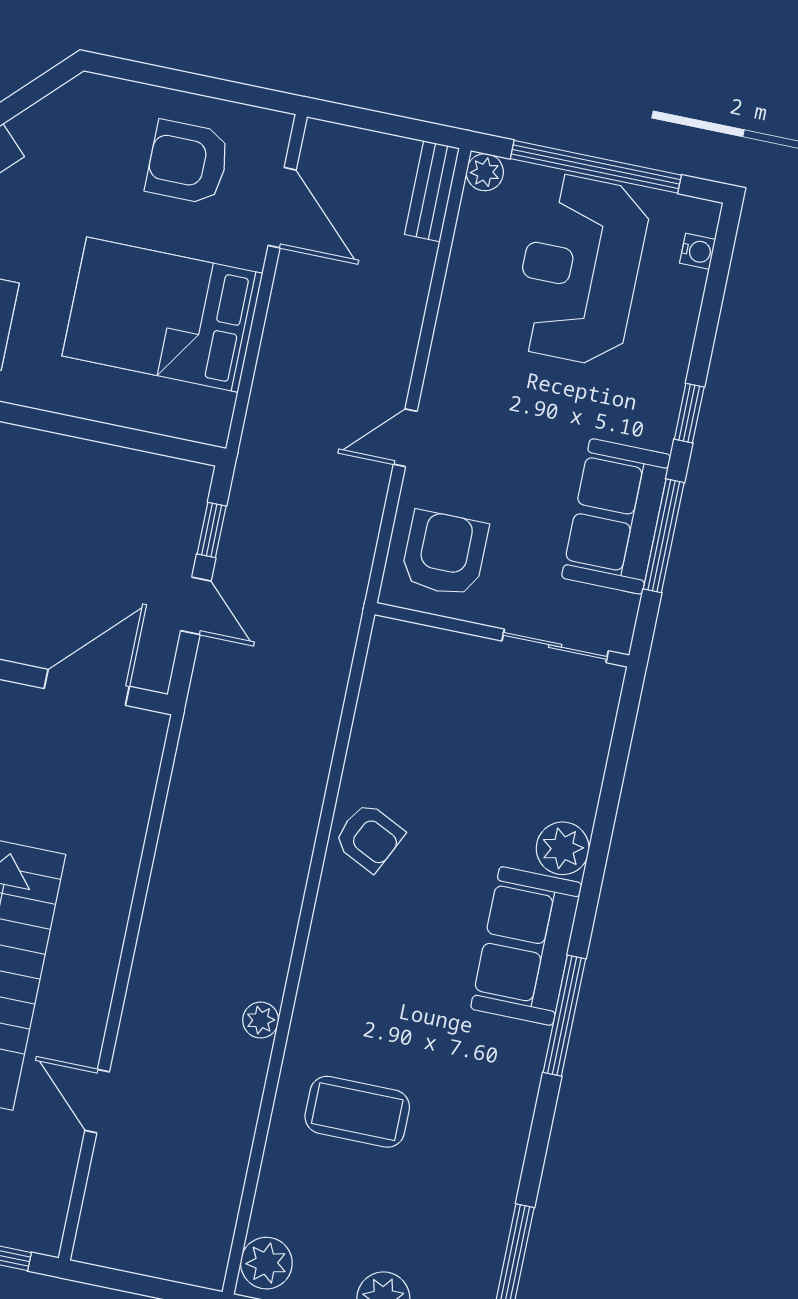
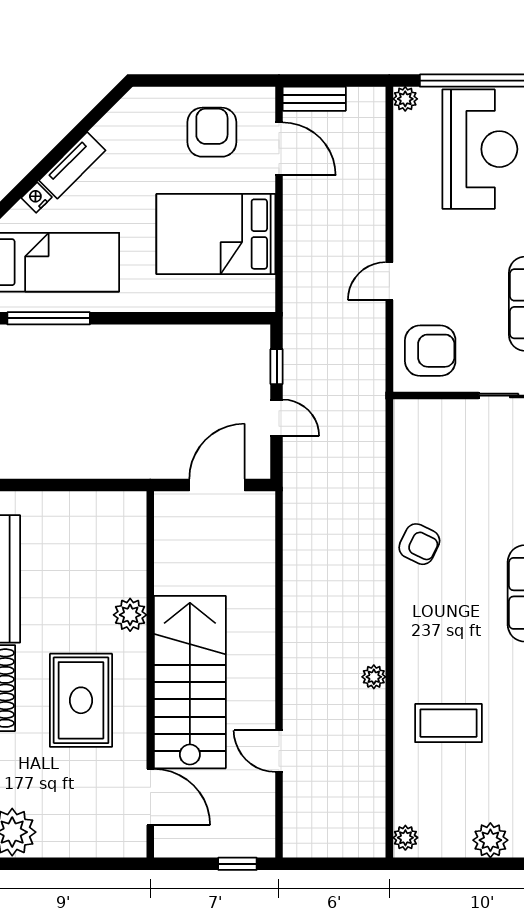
armchair: (188, 162) -> (212, 132), turned 90
bench: (432, 191) -> (314, 99), moved, turned 90
reception desk: (580, 270) -> (480, 149), turned 180
armchair: (445, 553) -> (430, 351), turned 90
plant: (266, 1263) -> (405, 838), width x0.73, depth x0.73

